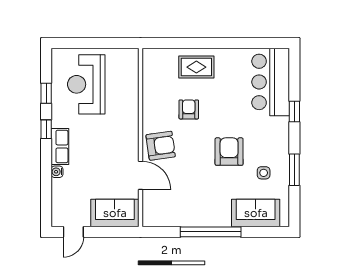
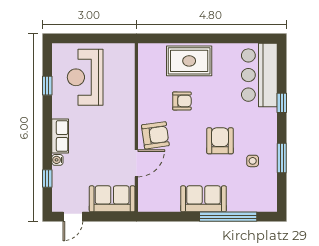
rug: (196, 67) -> (189, 61), width x1.36, depth x1.43
armchair: (189, 109) -> (182, 101), turned 90
window: (46, 129) -> (47, 178), moved
door: (141, 175) -> (136, 163), hinge flipped
sofa: (256, 213) -> (204, 199), moved
window: (211, 232) -> (228, 217), moved

